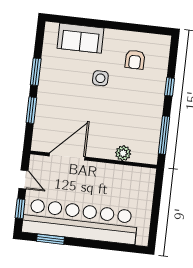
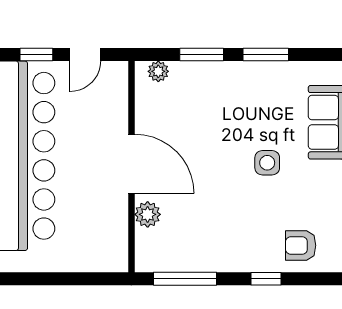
armchair: (135, 60) -> (301, 245), moved
plant: (38, 137) -> (158, 71), added
door: (67, 157) -> (131, 164), moved

